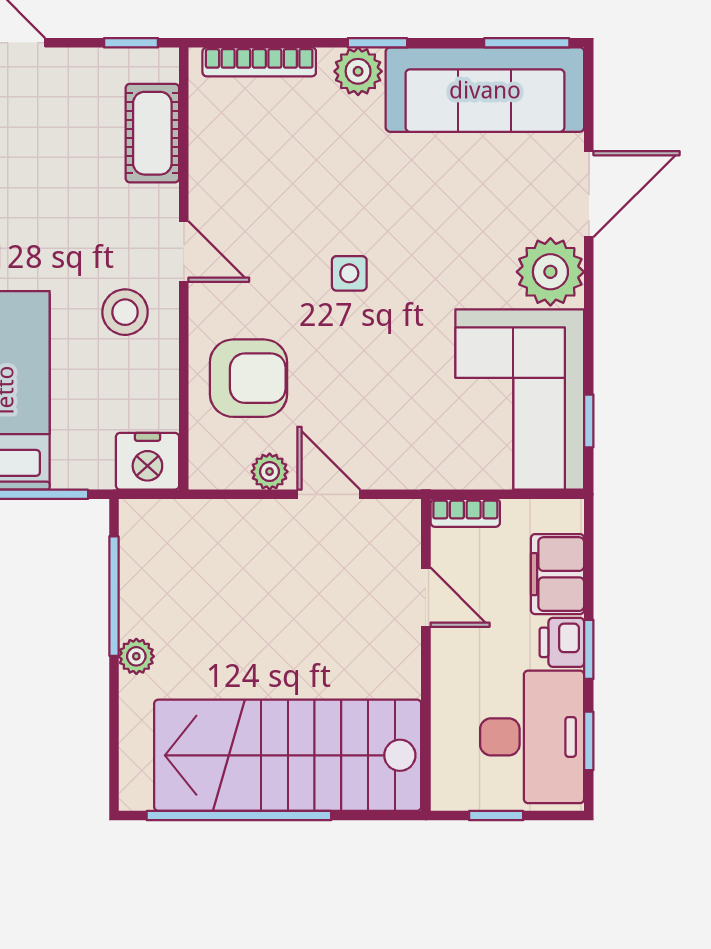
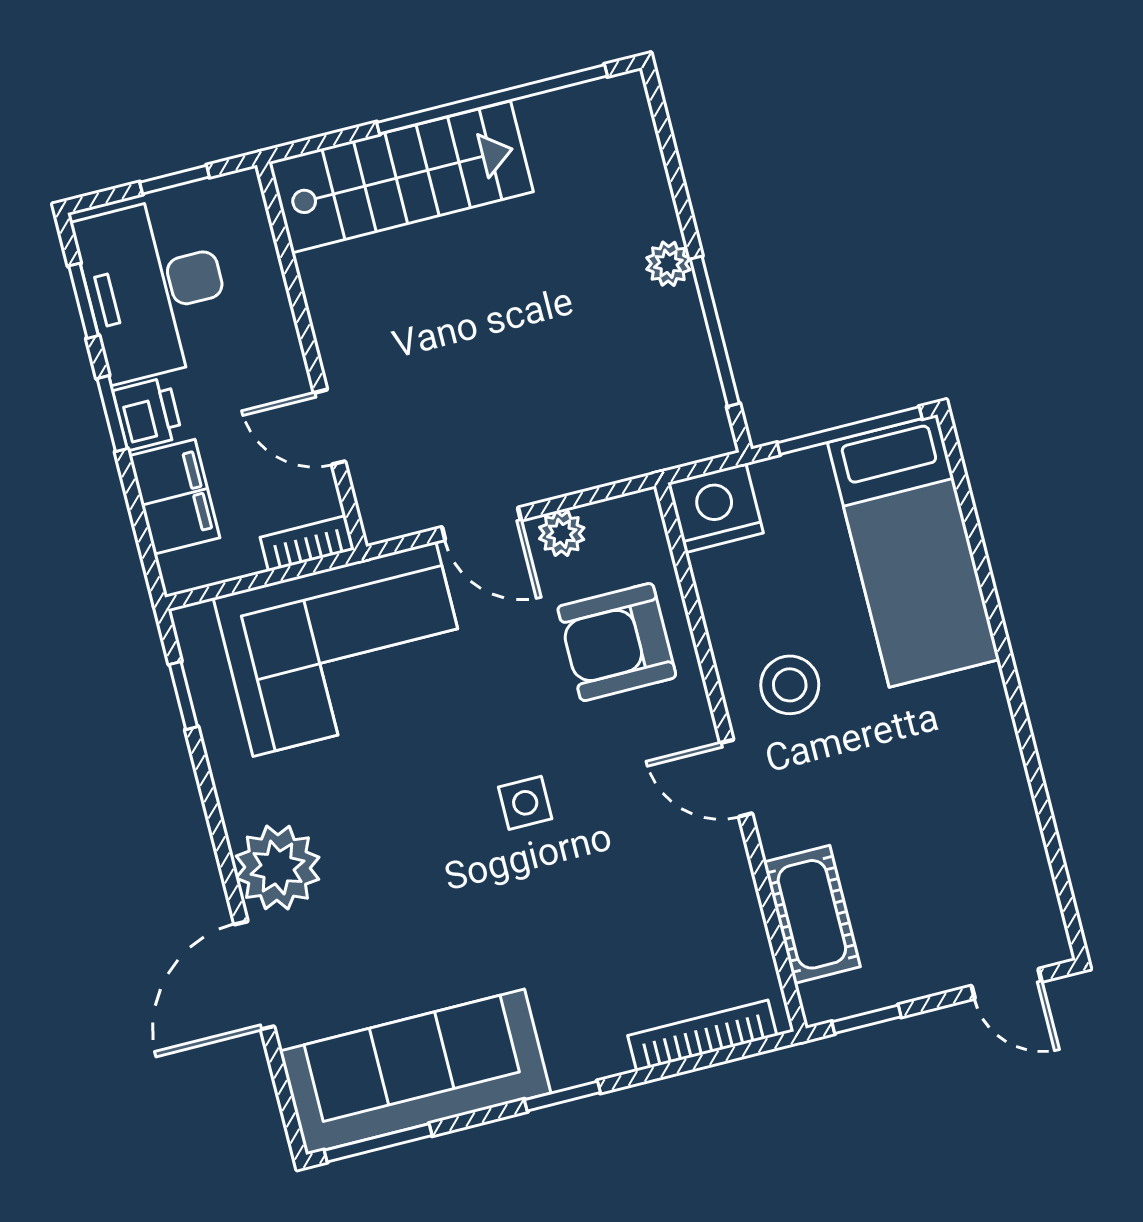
plant: (358, 71) -> (577, 1055), removed
corner sofa: (520, 399) -> (344, 649), moved, turned 90
stairs: (288, 755) -> (401, 177), width x0.73, depth x0.66

